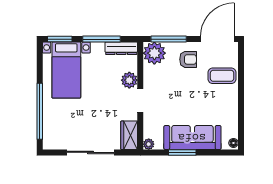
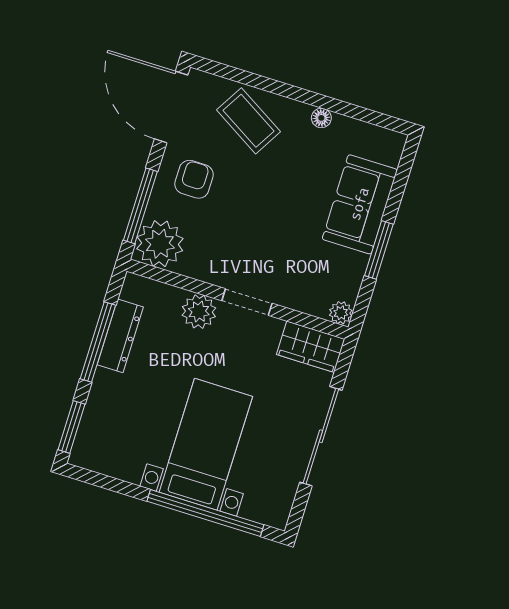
dresser: (121, 48) -> (120, 336), moved
bed with nightstands: (66, 70) -> (206, 444), moved, turned -90
coffee table: (222, 76) -> (249, 121), turned -59
sofa: (192, 137) -> (360, 204), width x0.73
floor lamp: (233, 143) -> (321, 118), moved

